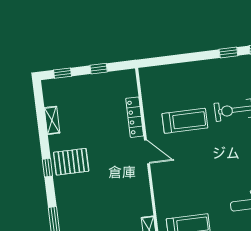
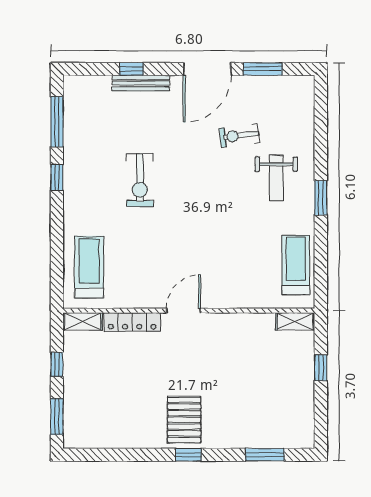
window: (63, 73) -> (57, 417), width x1.50
shelving: (52, 120) -> (83, 321), moved
treadmill: (185, 121) -> (89, 267), moved

